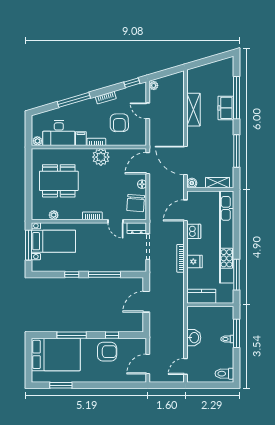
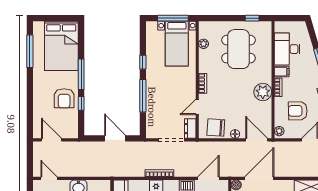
plant: (37, 141) -> (279, 131), moved
window: (29, 168) -> (252, 18), added
door: (185, 210) -> (208, 178), hinge flipped
window: (72, 335) -> (81, 74), moved
window: (61, 385) -> (30, 51), width x1.44

